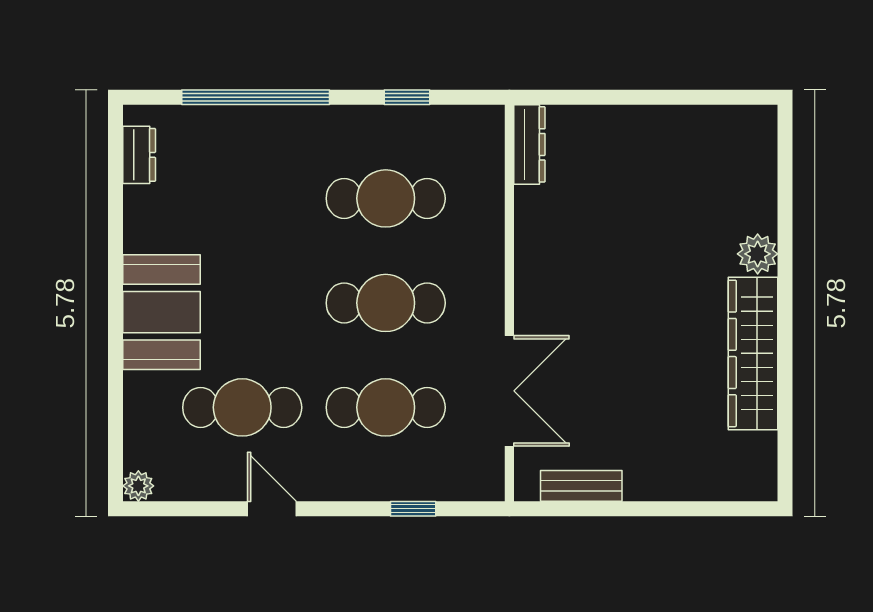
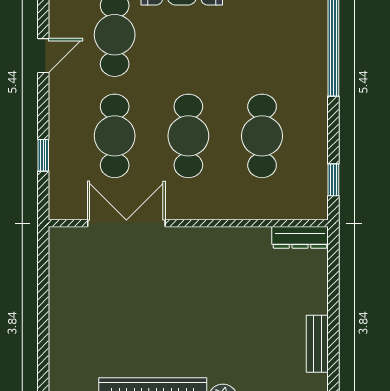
window: (407, 97) -> (333, 180), moved
double door: (509, 391) -> (126, 223), swing flipped
bench: (581, 486) -> (317, 344), moved

